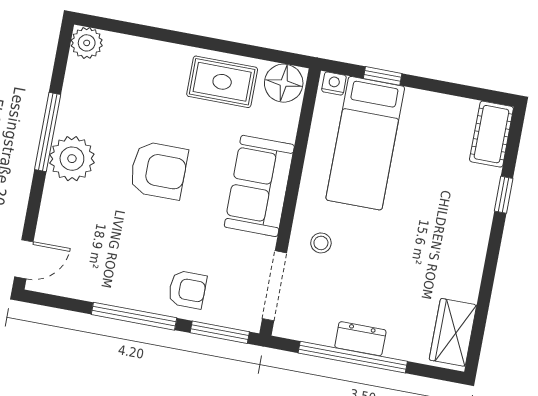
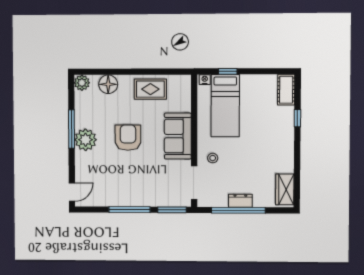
floor lamp: (284, 83) -> (108, 84), moved
armchair: (159, 170) -> (128, 138), turned -90
armchair: (187, 290) -> (153, 192), removed

